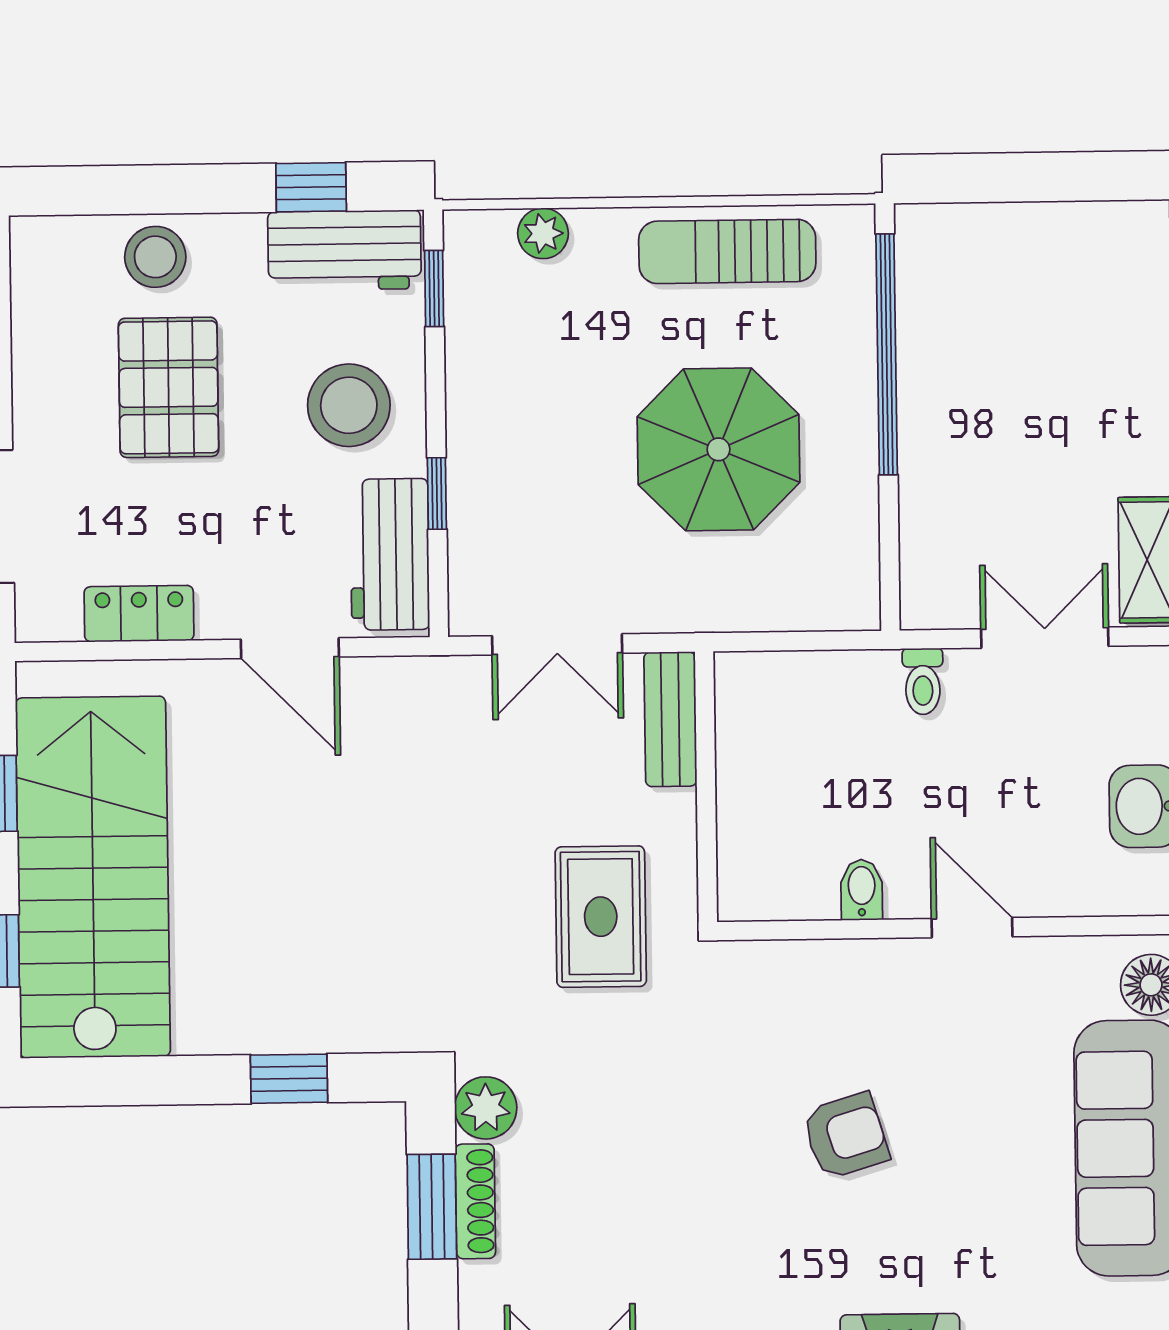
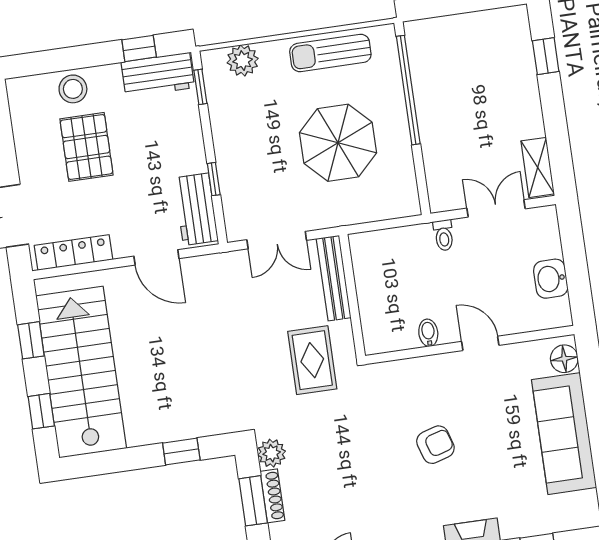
plant: (543, 233) -> (243, 61), width x1.38, depth x1.38
stool: (349, 405) -> (169, 144), removed
locker: (139, 614) -> (73, 253), width x1.53
bench: (670, 719) -> (334, 278), width x1.36

